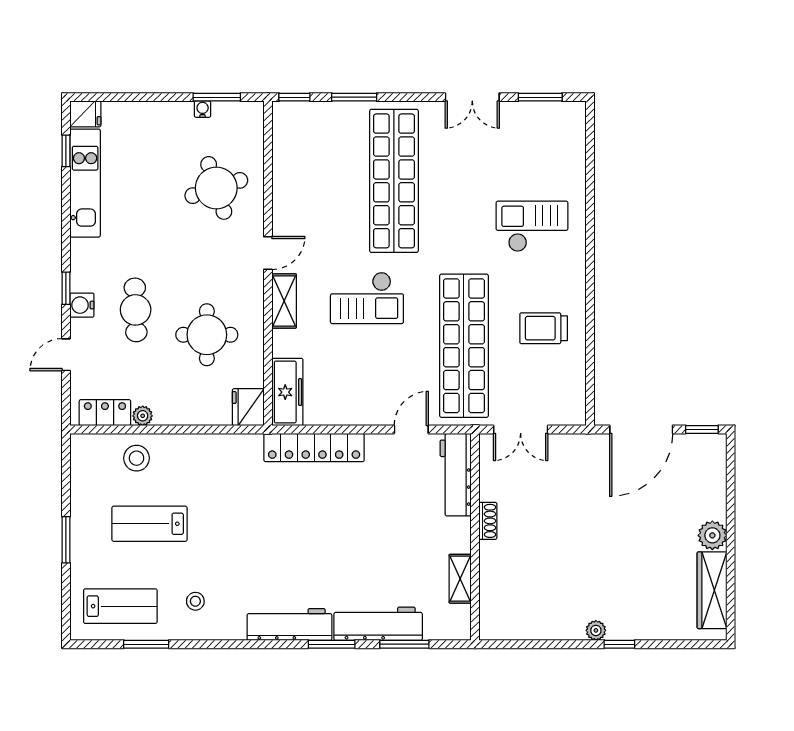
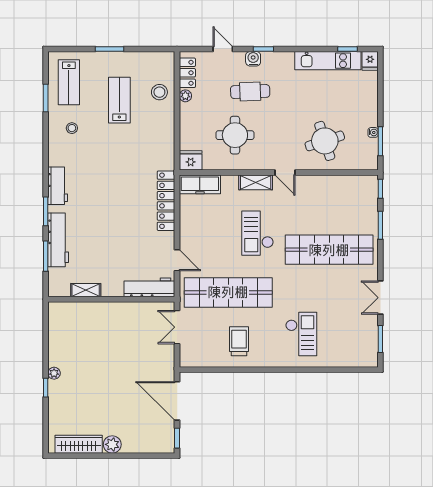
shoe rack: (488, 521) -> (121, 307), removed
workbench: (289, 624) -> (58, 186), width x0.73

